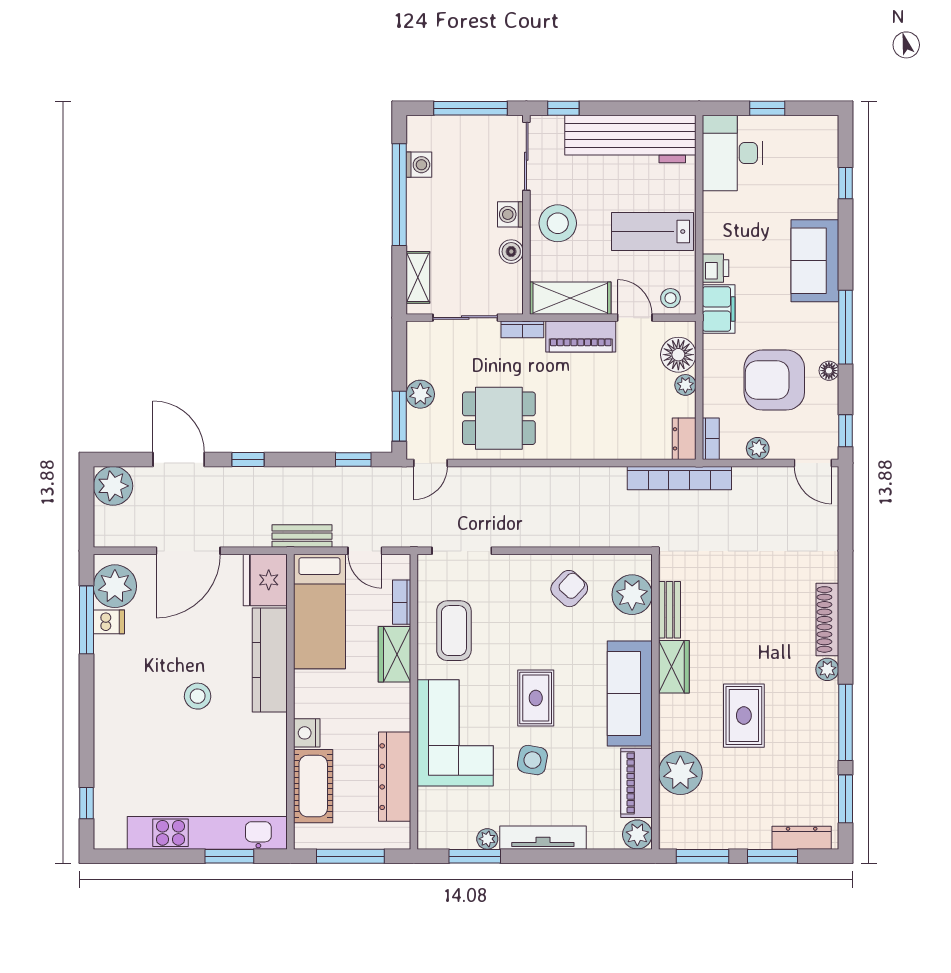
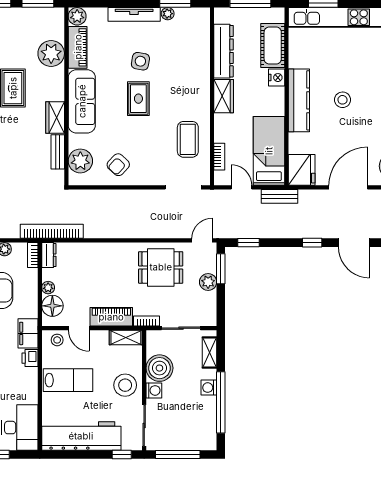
washing machine: (419, 165) -> (209, 388), moved
boiler: (511, 252) -> (159, 368), width x1.86, depth x1.86
shelving: (570, 298) -> (126, 338), width x0.67, depth x0.75
wardrobe: (394, 654) -> (224, 96), moved
kitchen counter: (270, 660) -> (299, 100), moved
corner sofa: (455, 733) -> (187, 78), removed

